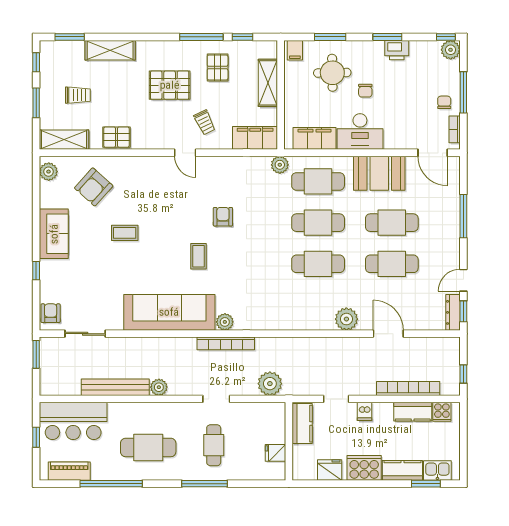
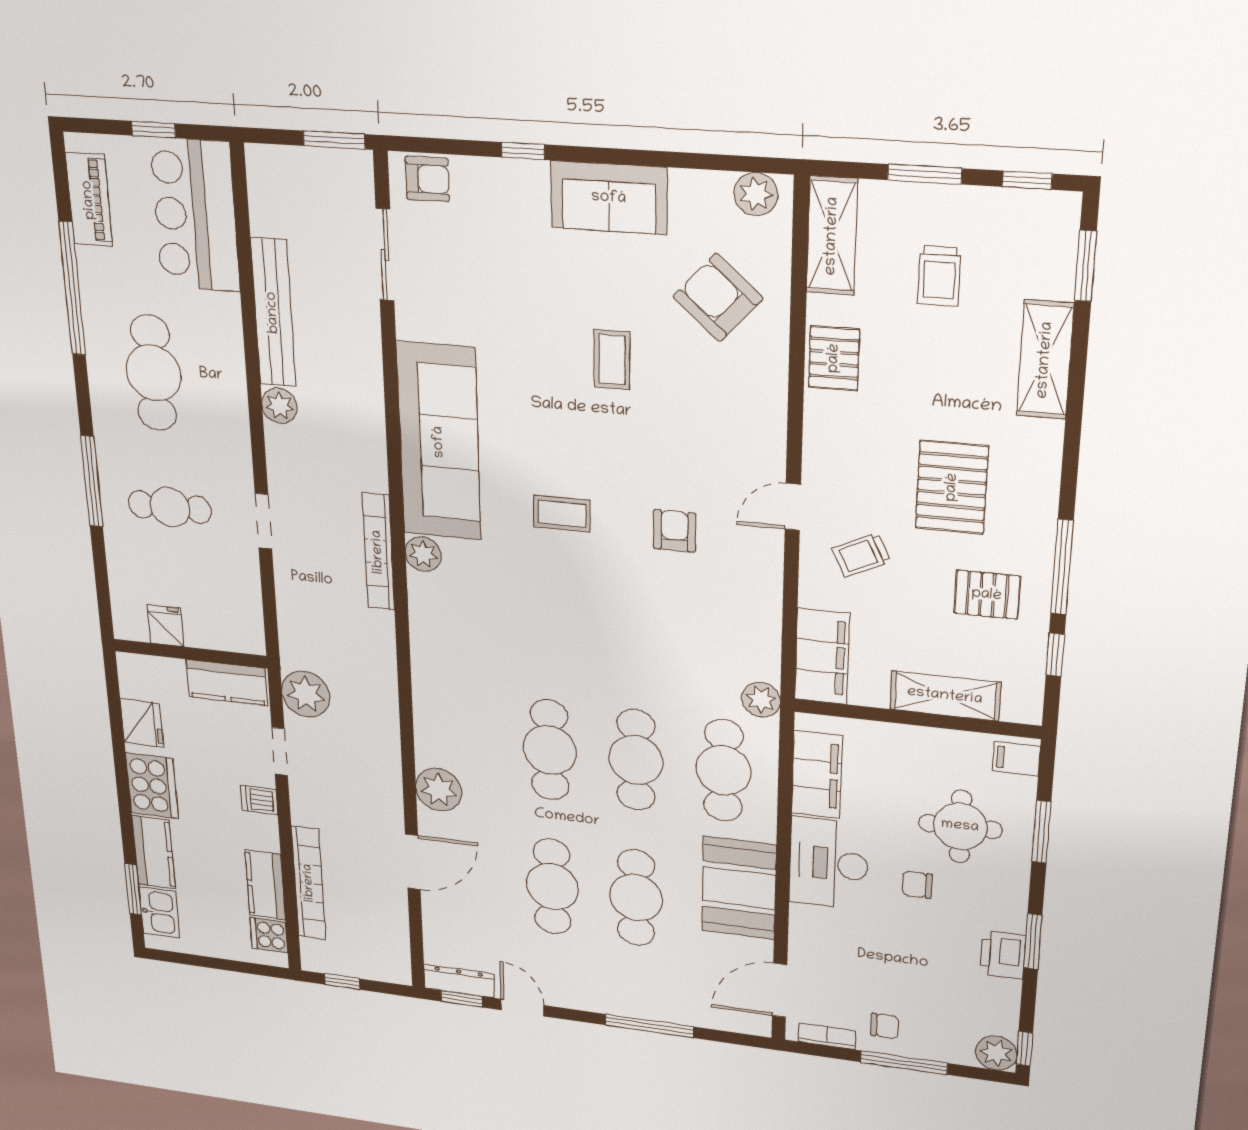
armchair: (223, 217) -> (675, 531), moved, turned -90
plant: (270, 384) -> (306, 694), moved

